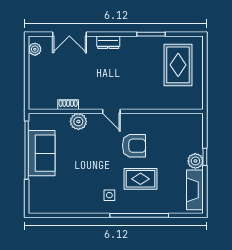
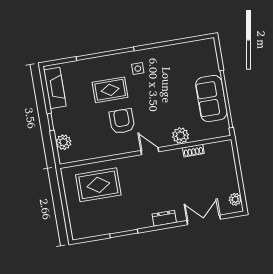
rug: (178, 65) -> (98, 185), moved, turned 90
armchair: (134, 146) -> (122, 121), turned 90
plant: (195, 161) -> (64, 142), moved

